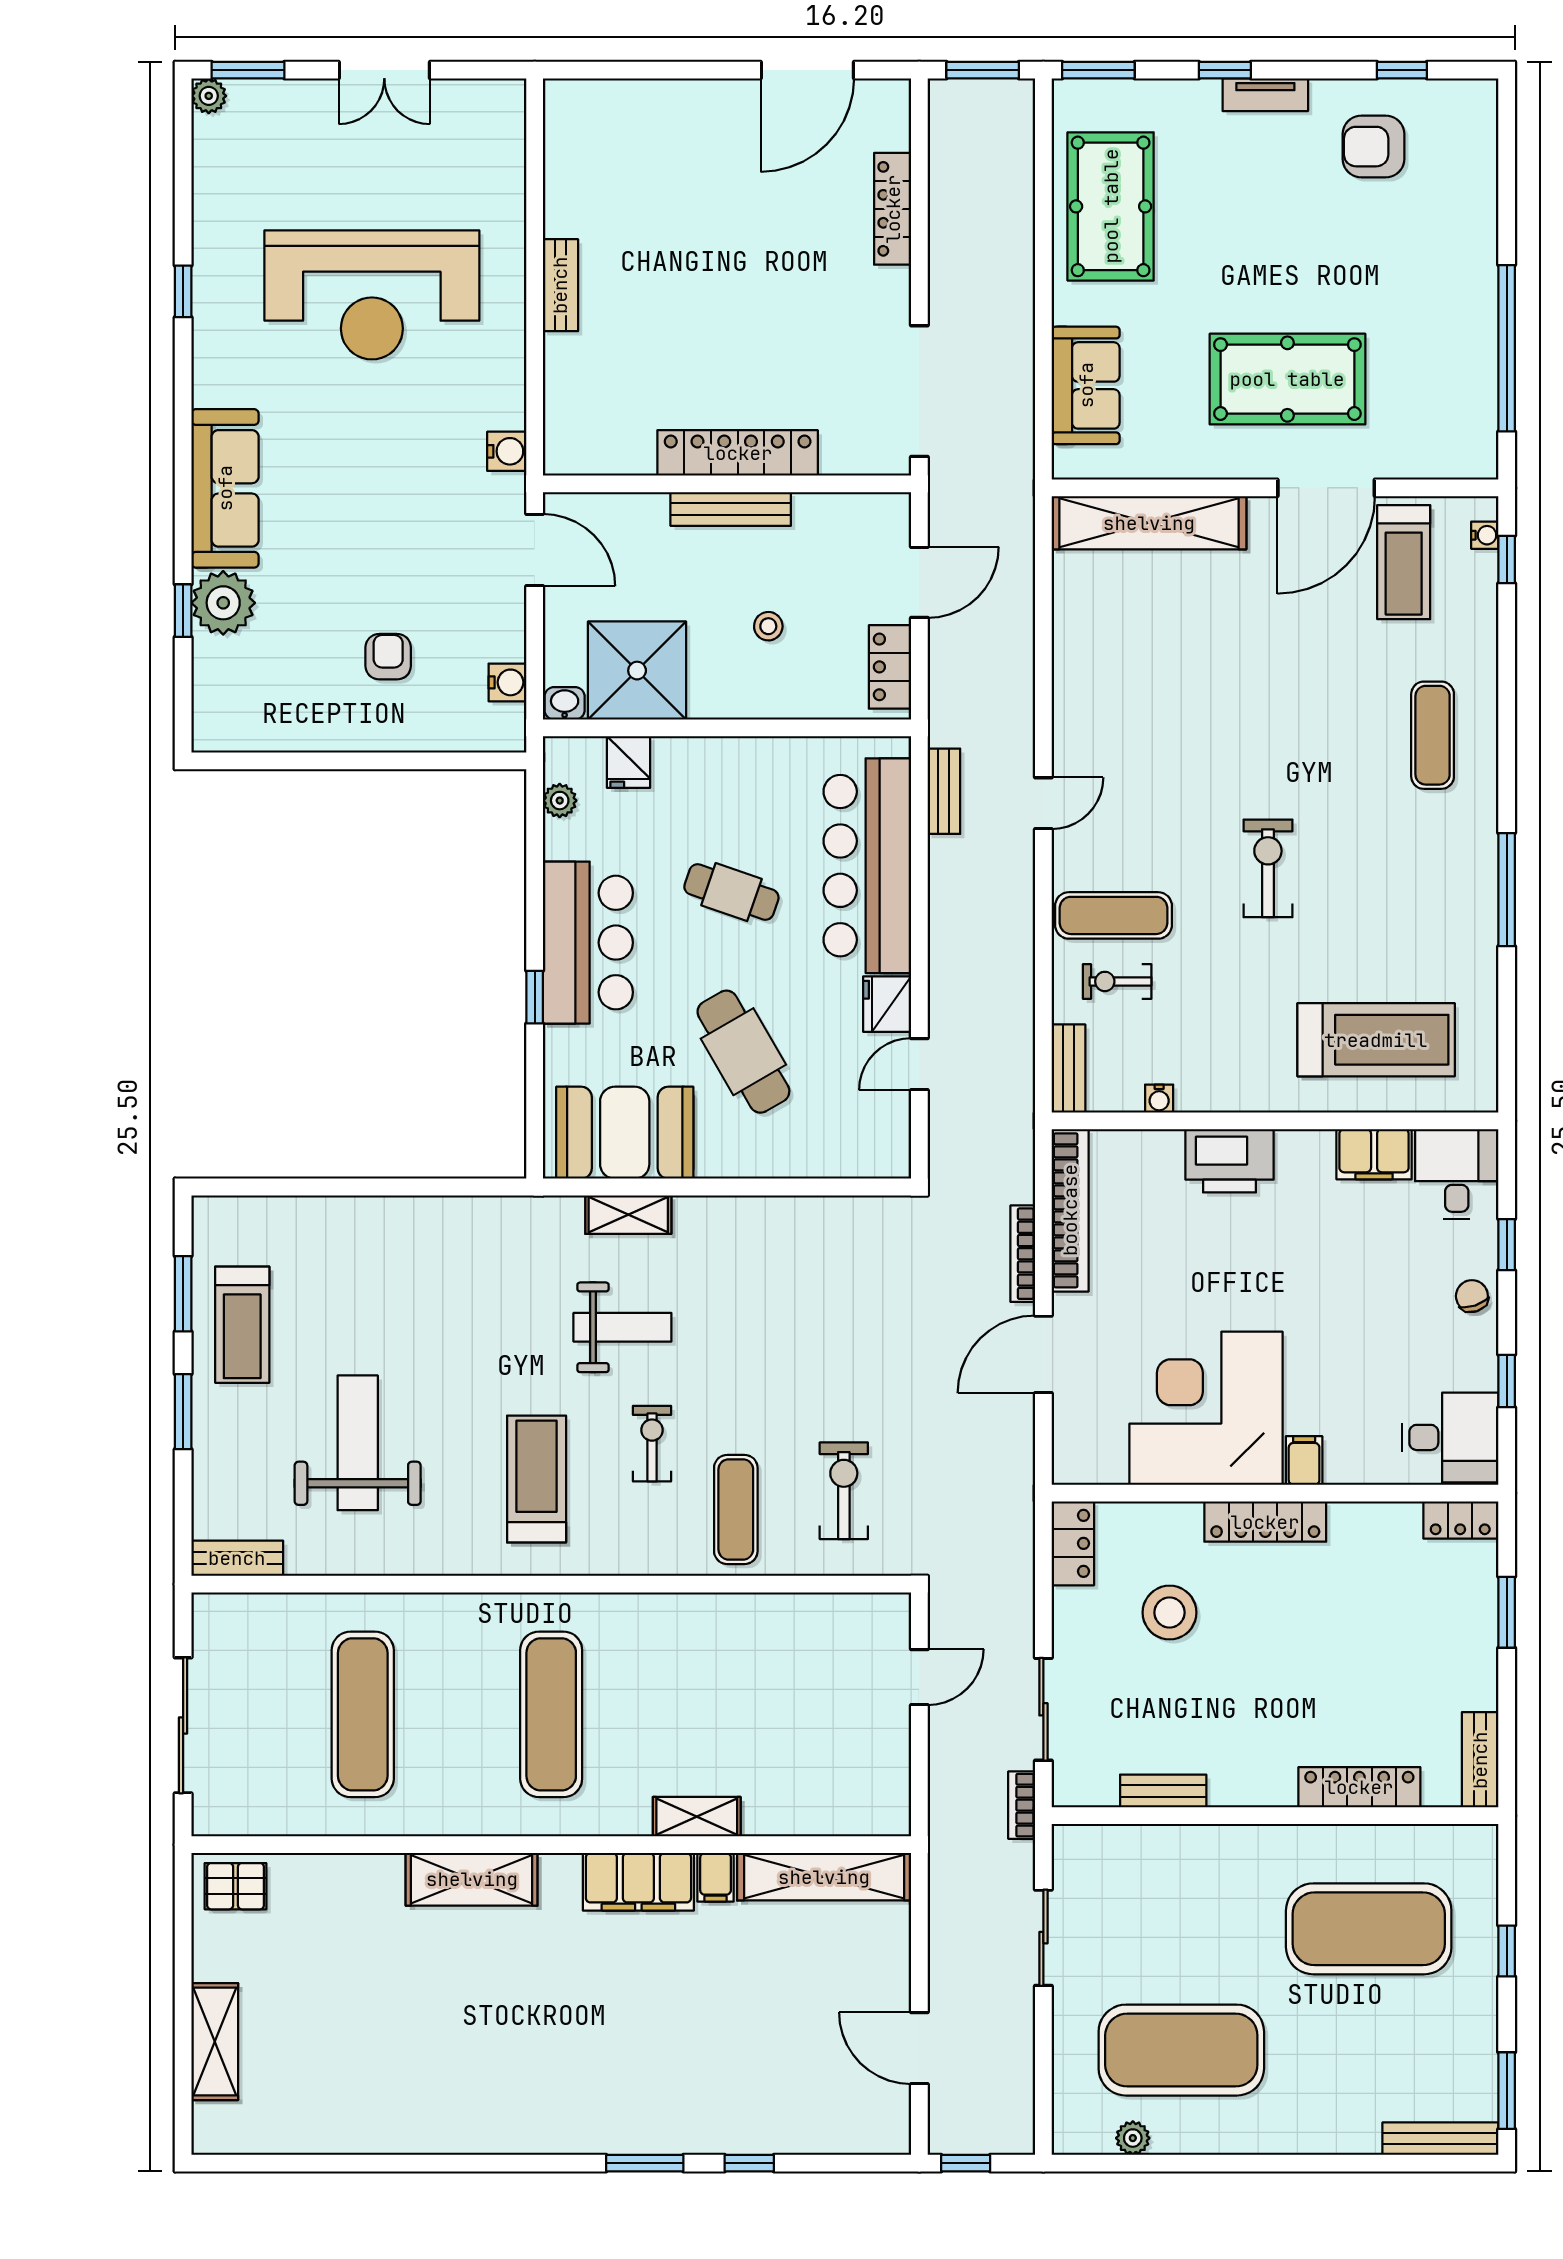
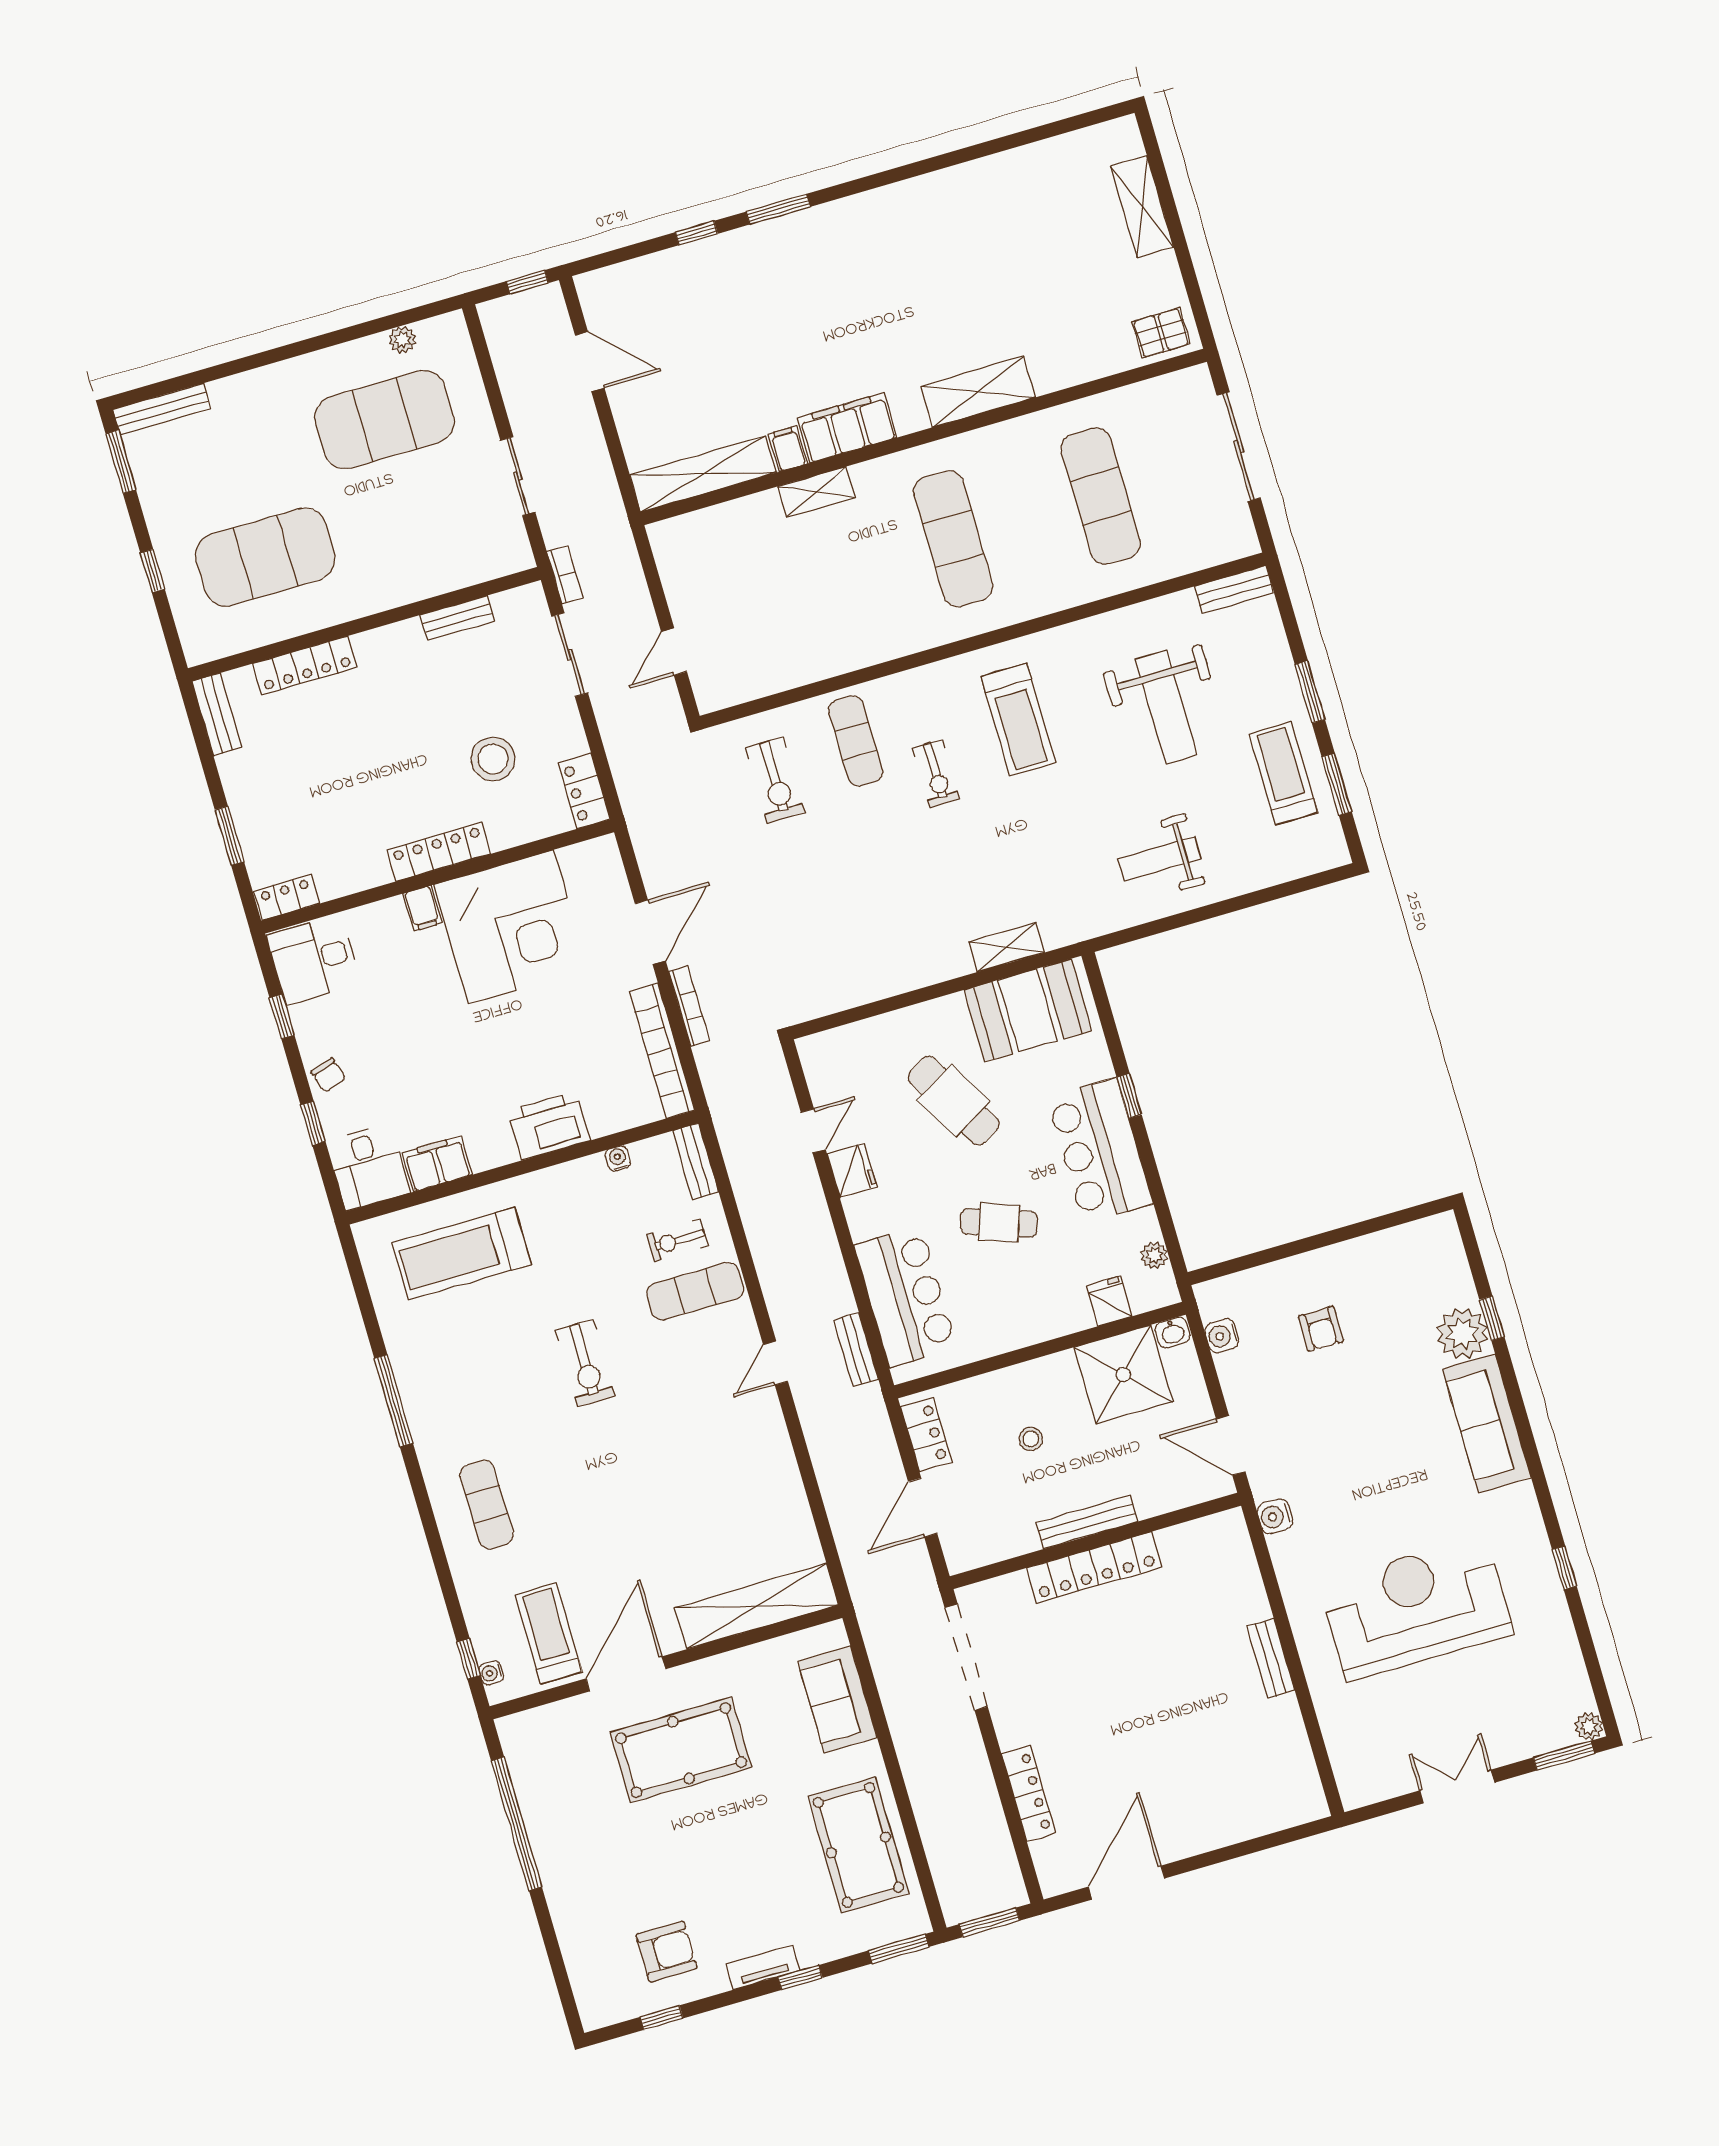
bar counter: (867, 866) -> (905, 1297), width x0.73
exercise bike: (1117, 981) -> (677, 1240), turned 180
weight bench: (622, 1327) -> (1160, 859), moved

